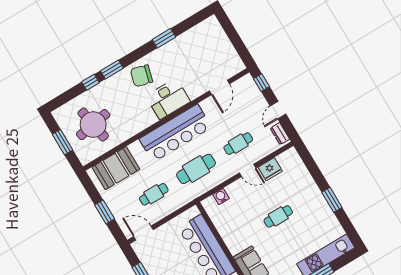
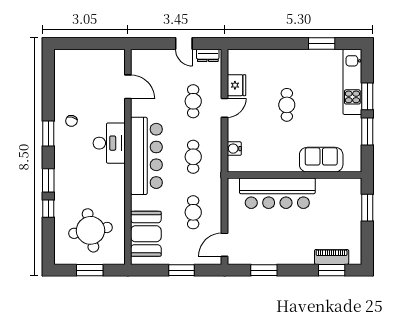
window: (164, 38) -> (48, 134), moved
chair: (142, 76) -> (71, 121), moved, width x0.54, depth x0.54
window: (261, 83) -> (148, 43), removed
cafe table: (196, 169) -> (193, 157), width x0.73, depth x0.74
window: (332, 200) -> (322, 43), moved

